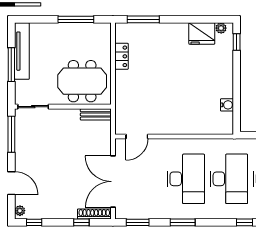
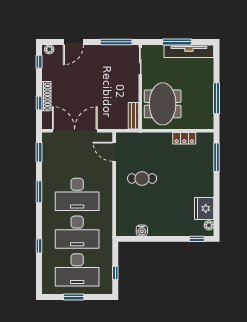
cafe table: (167, 105) -> (142, 178), added
shoe rack: (94, 214) -> (46, 96), moved

